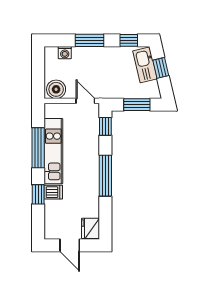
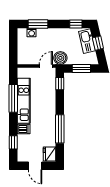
window: (90, 40) -> (38, 24), moved
boiler: (56, 89) -> (60, 58), moved
door: (85, 101) -> (46, 66), hinge flipped
window: (105, 176) -> (60, 129), moved
window: (38, 194) -> (13, 142), moved

